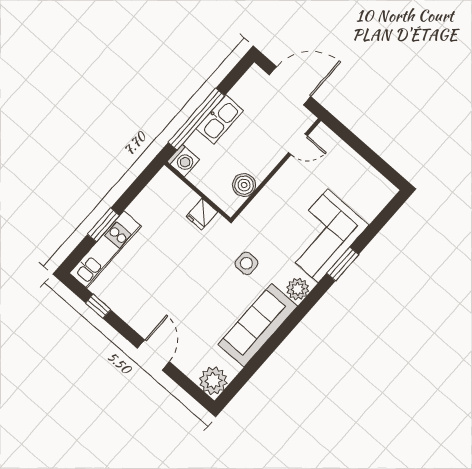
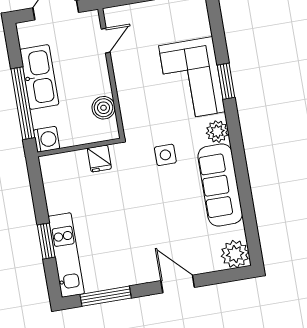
kitchen sink: (220, 120) -> (39, 77), width x1.36, depth x1.24
window: (98, 306) -> (106, 296), width x2.17

